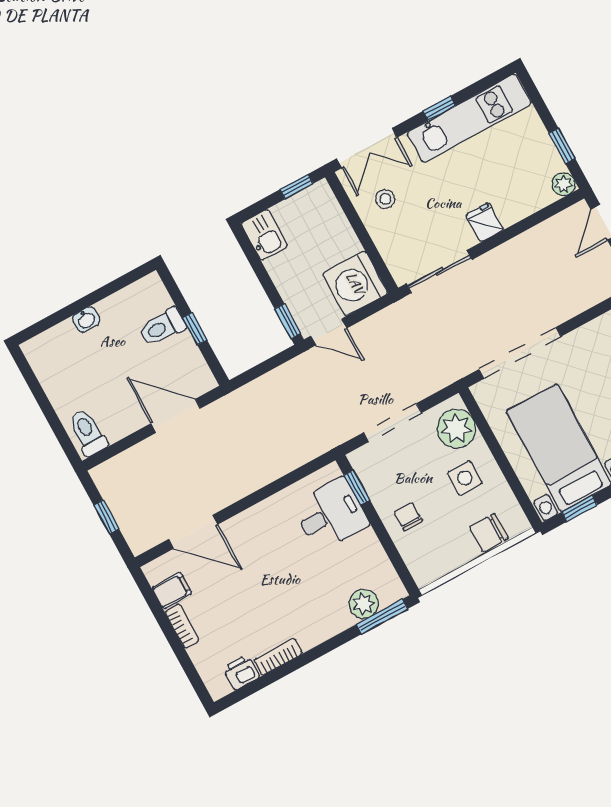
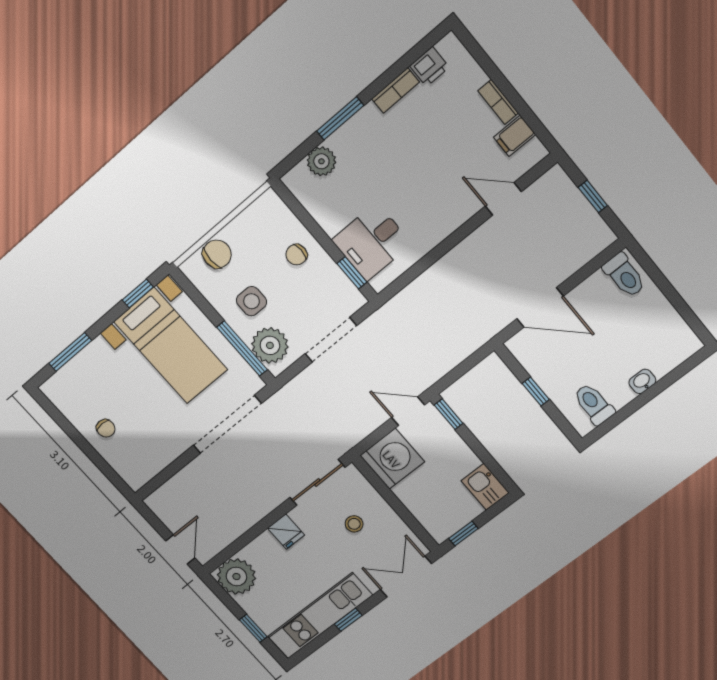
window: (562, 146) -> (253, 628), moved
plant: (564, 184) -> (236, 577), width x1.88, depth x1.88
stool: (385, 199) -> (354, 524), moved
toilet: (162, 327) -> (594, 404), moved, turned -90
window: (486, 431) -> (242, 349), added
chair: (408, 517) -> (297, 255), turned 90
door: (193, 532) -> (503, 199), width x0.73
window: (382, 617) -> (340, 118), moved

